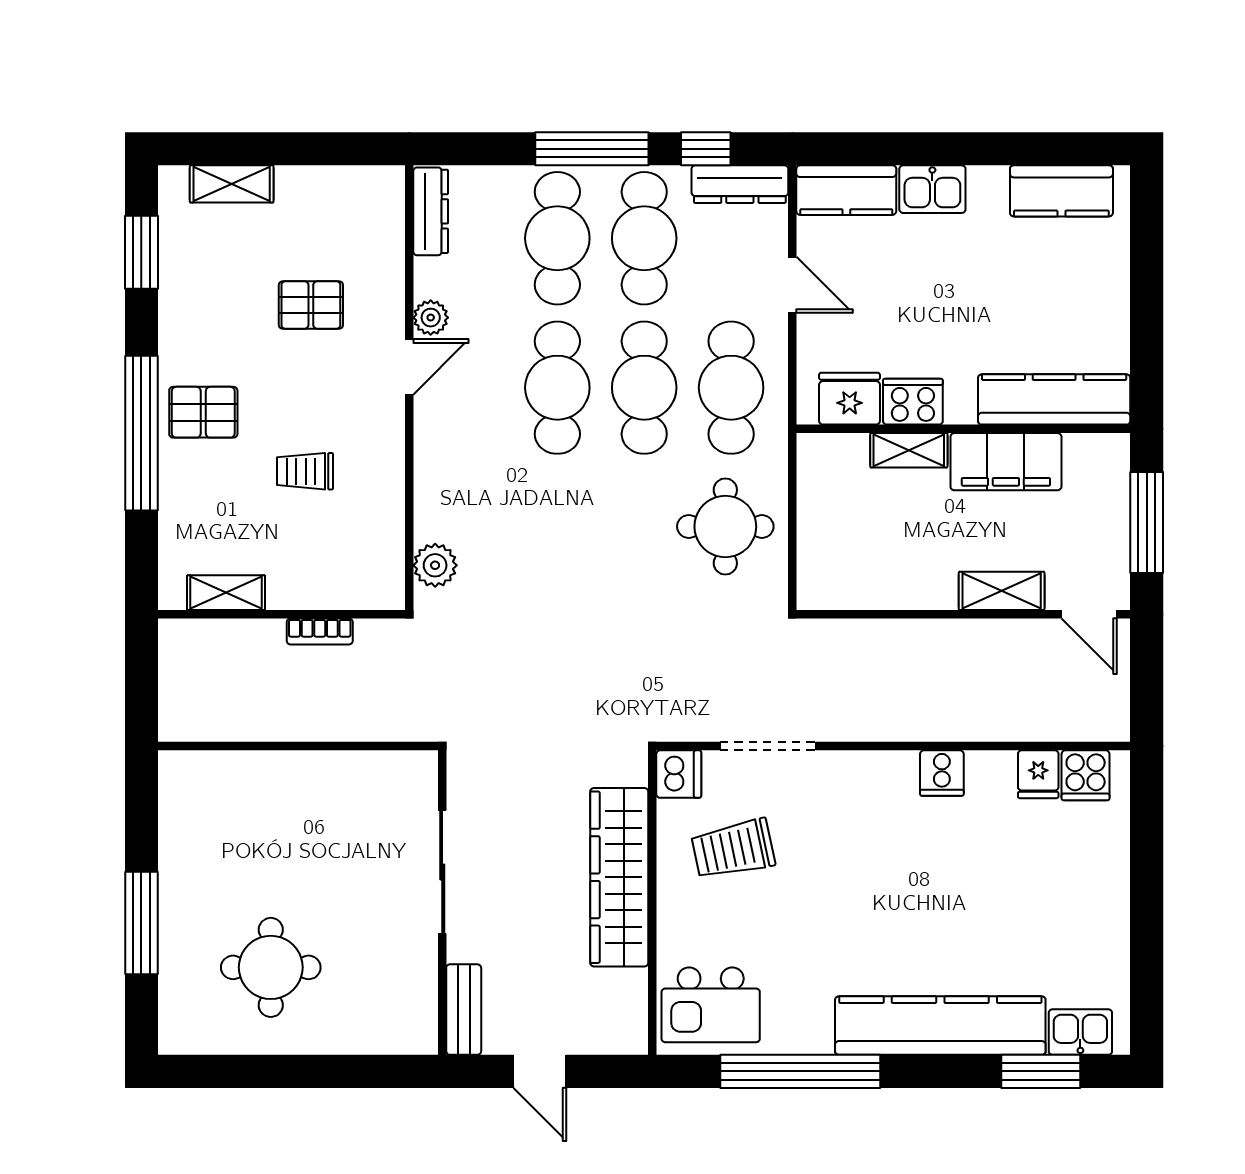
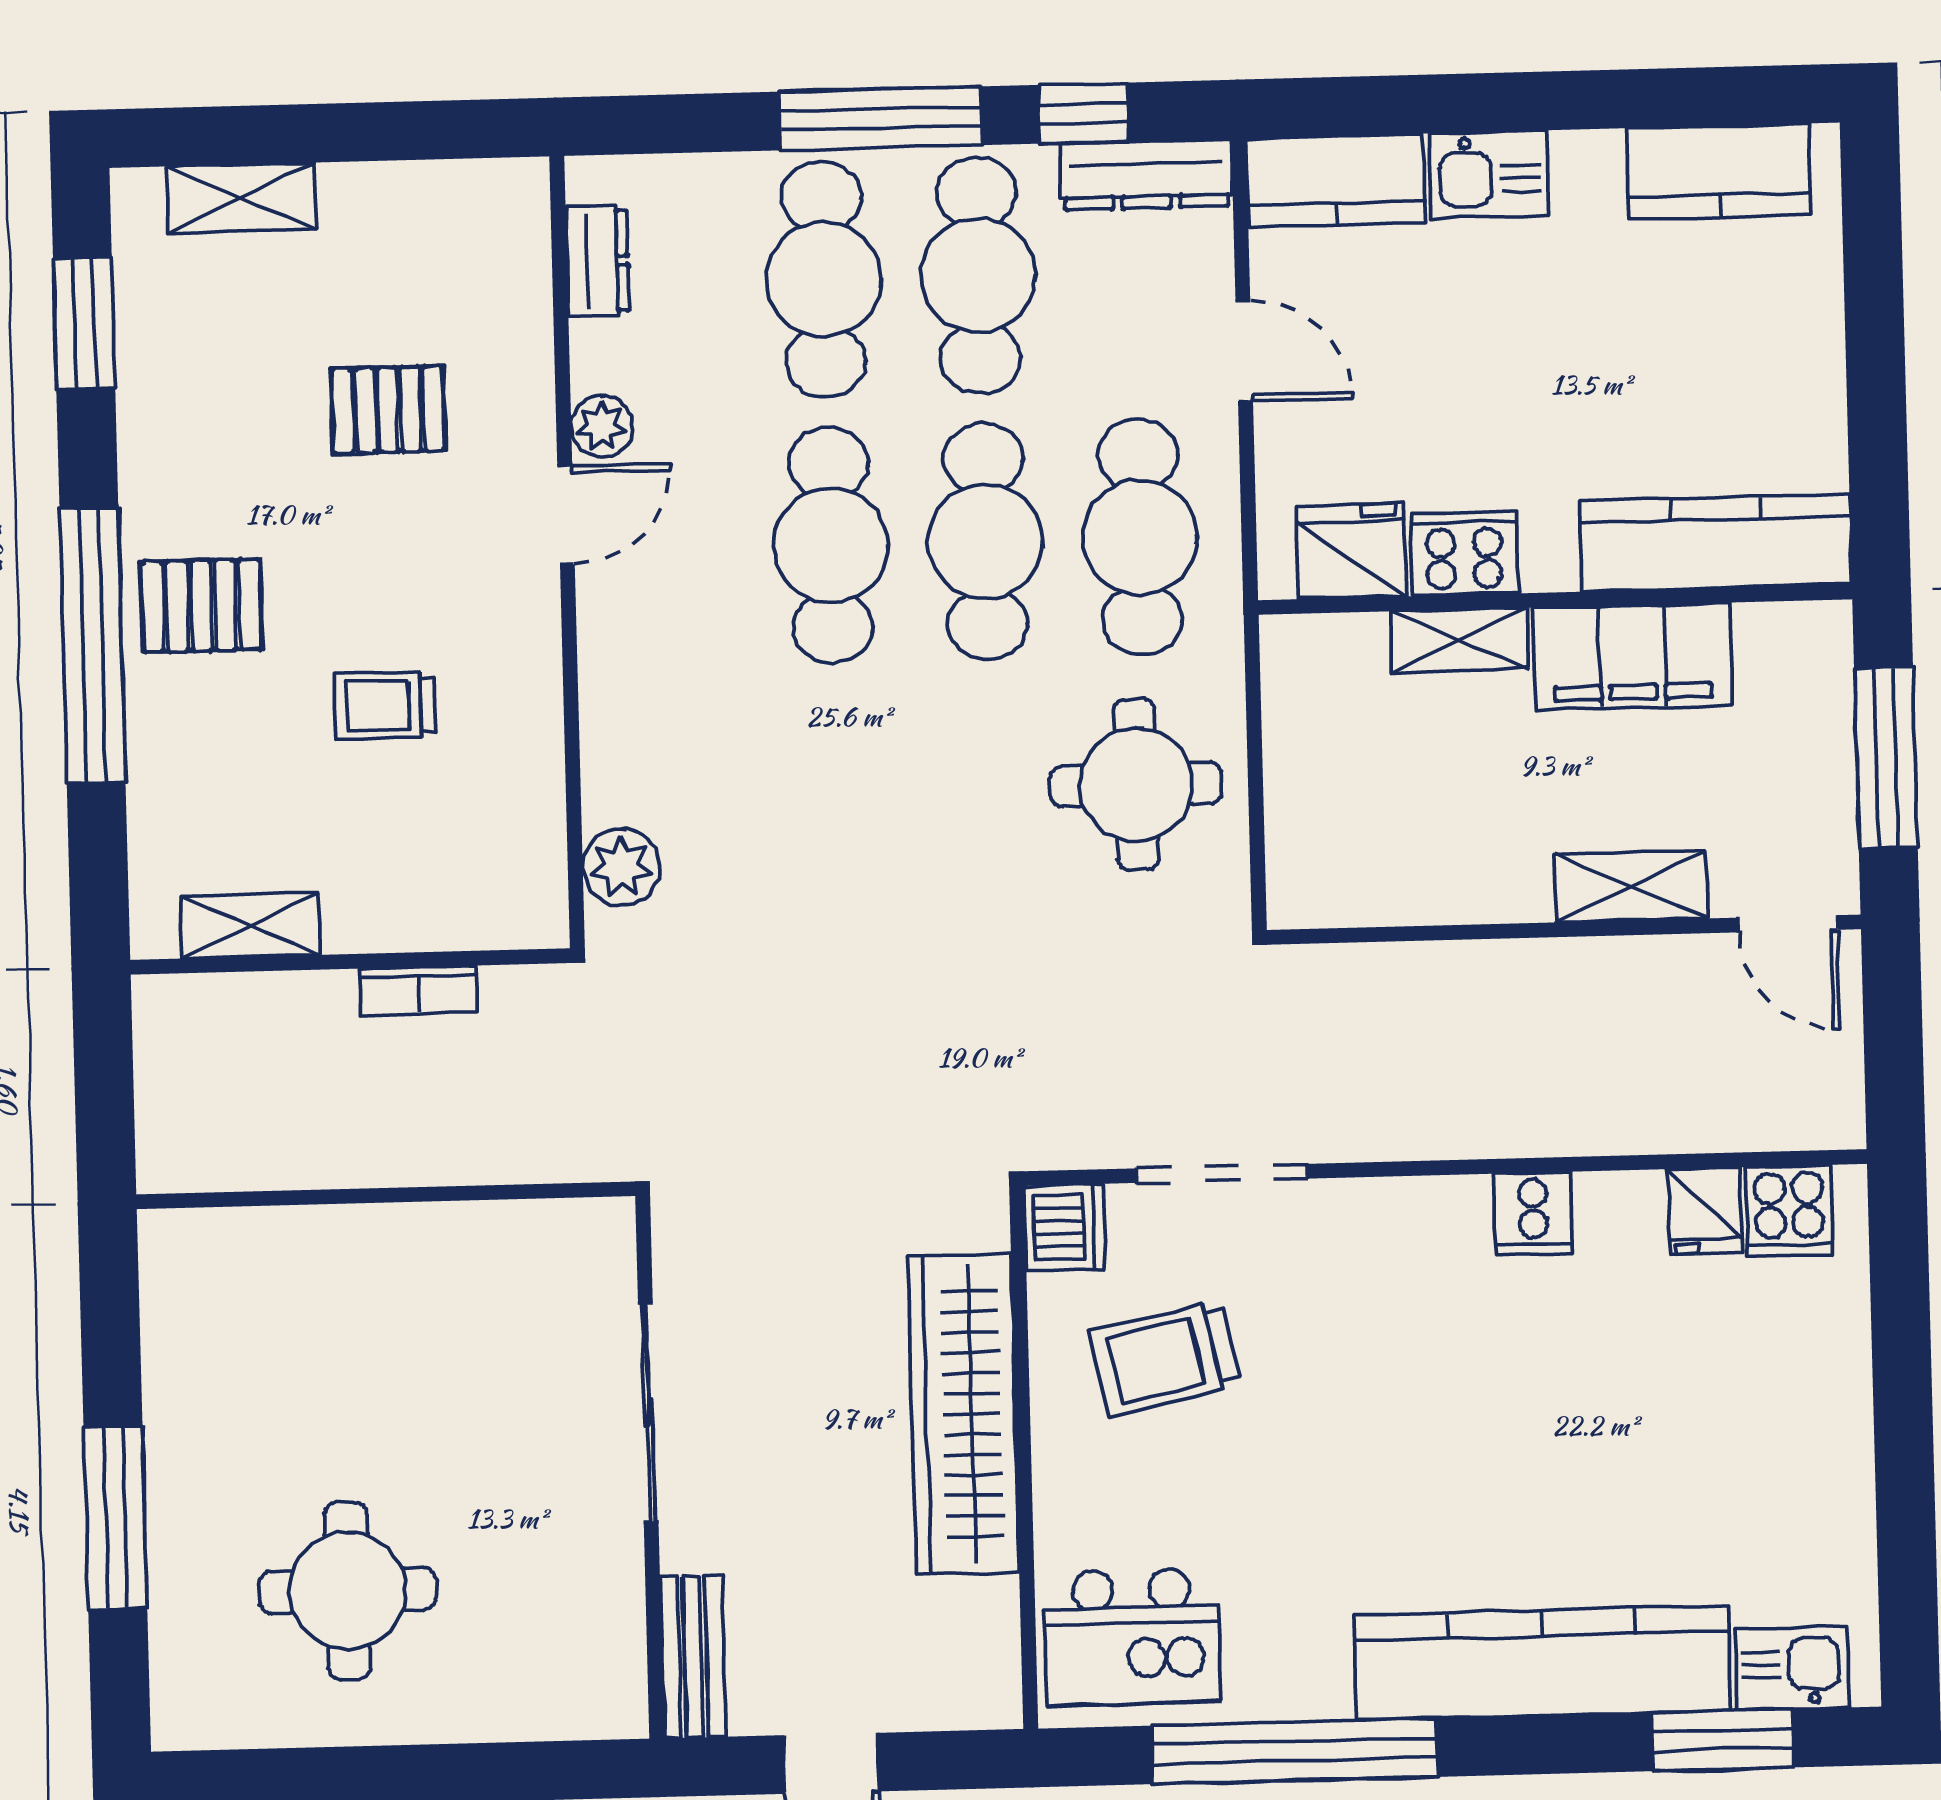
dresser: (431, 211) -> (597, 261), width x0.70

